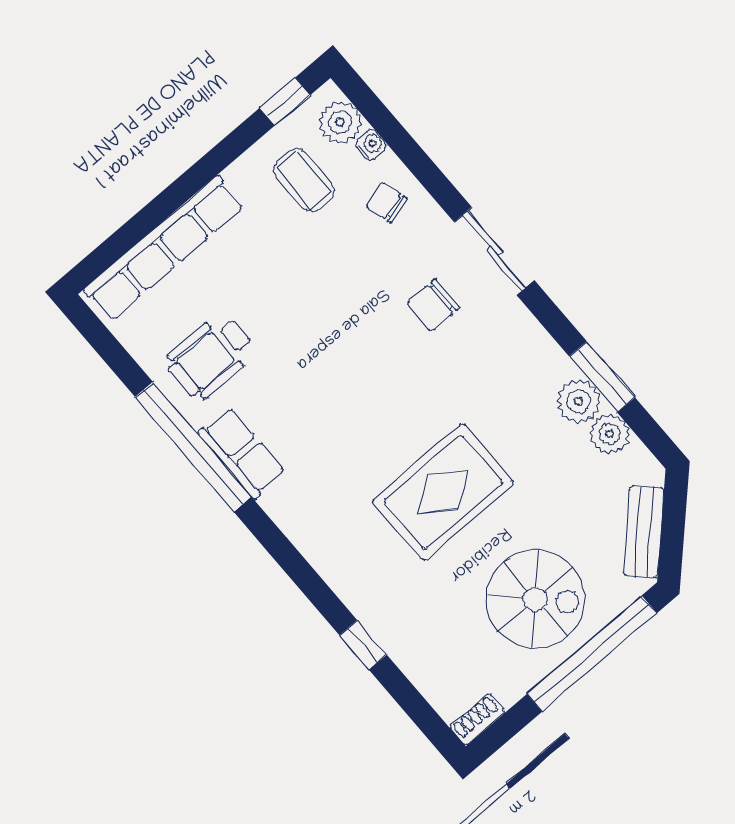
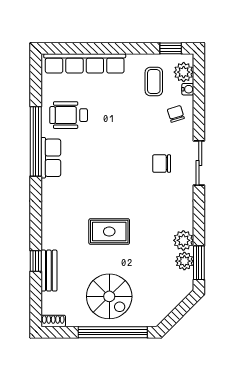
window: (602, 377) -> (199, 263), moved
rug: (443, 492) -> (109, 232), width x0.73, depth x0.70
bench: (644, 532) -> (49, 271), moved, turned -45

